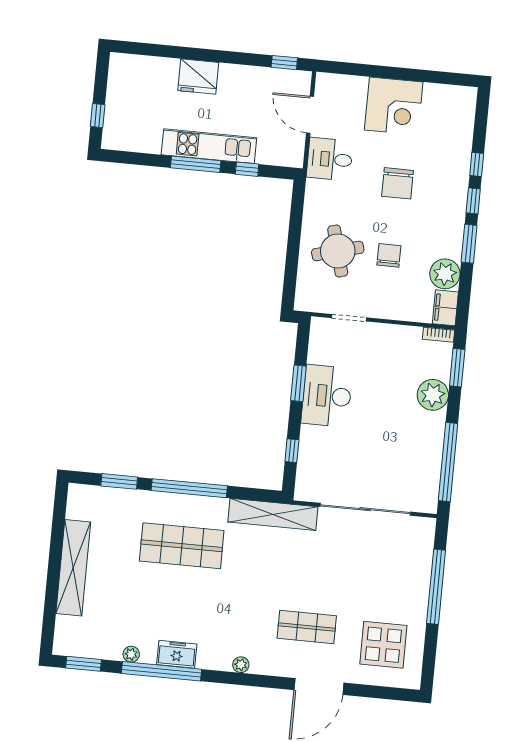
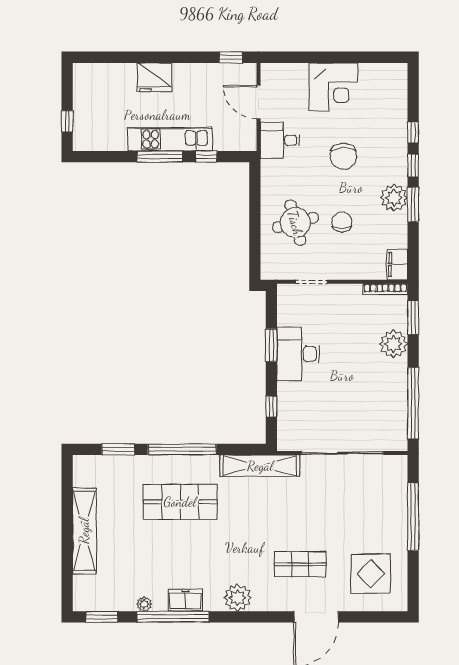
plant: (445, 274) -> (394, 198), moved
bookcase: (438, 335) -> (385, 289), width x1.56
plant: (241, 665) -> (237, 598), width x1.88, depth x1.88

